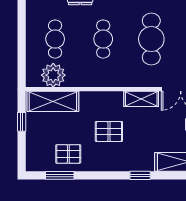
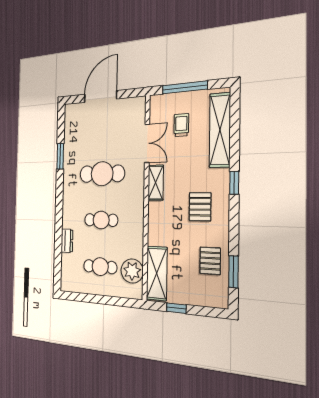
pallet: (109, 131) -> (200, 207), moved

